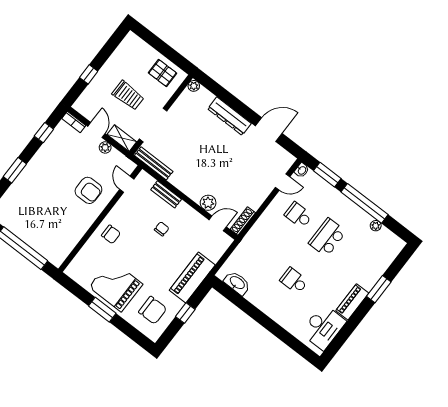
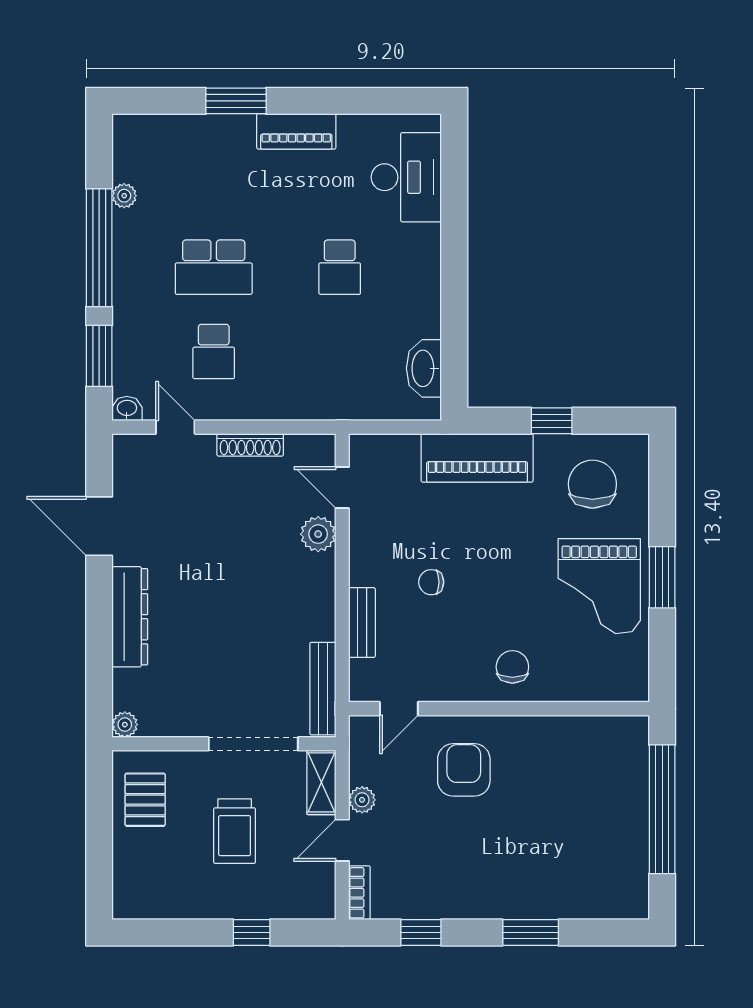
trolley: (128, 95) -> (235, 831), turned 180
shoe rack: (243, 221) -> (250, 445), moved
desk: (323, 327) -> (406, 177), moved, turned 90

